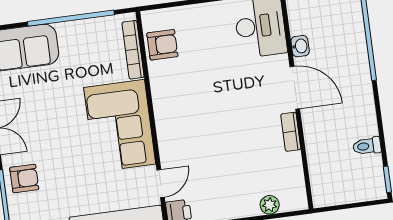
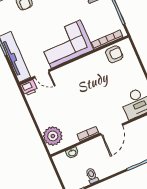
armchair: (162, 45) -> (114, 54), turned -90
washbasin: (300, 46) -> (72, 153), moved
plant: (270, 205) -> (53, 136), width x1.88, depth x1.88

